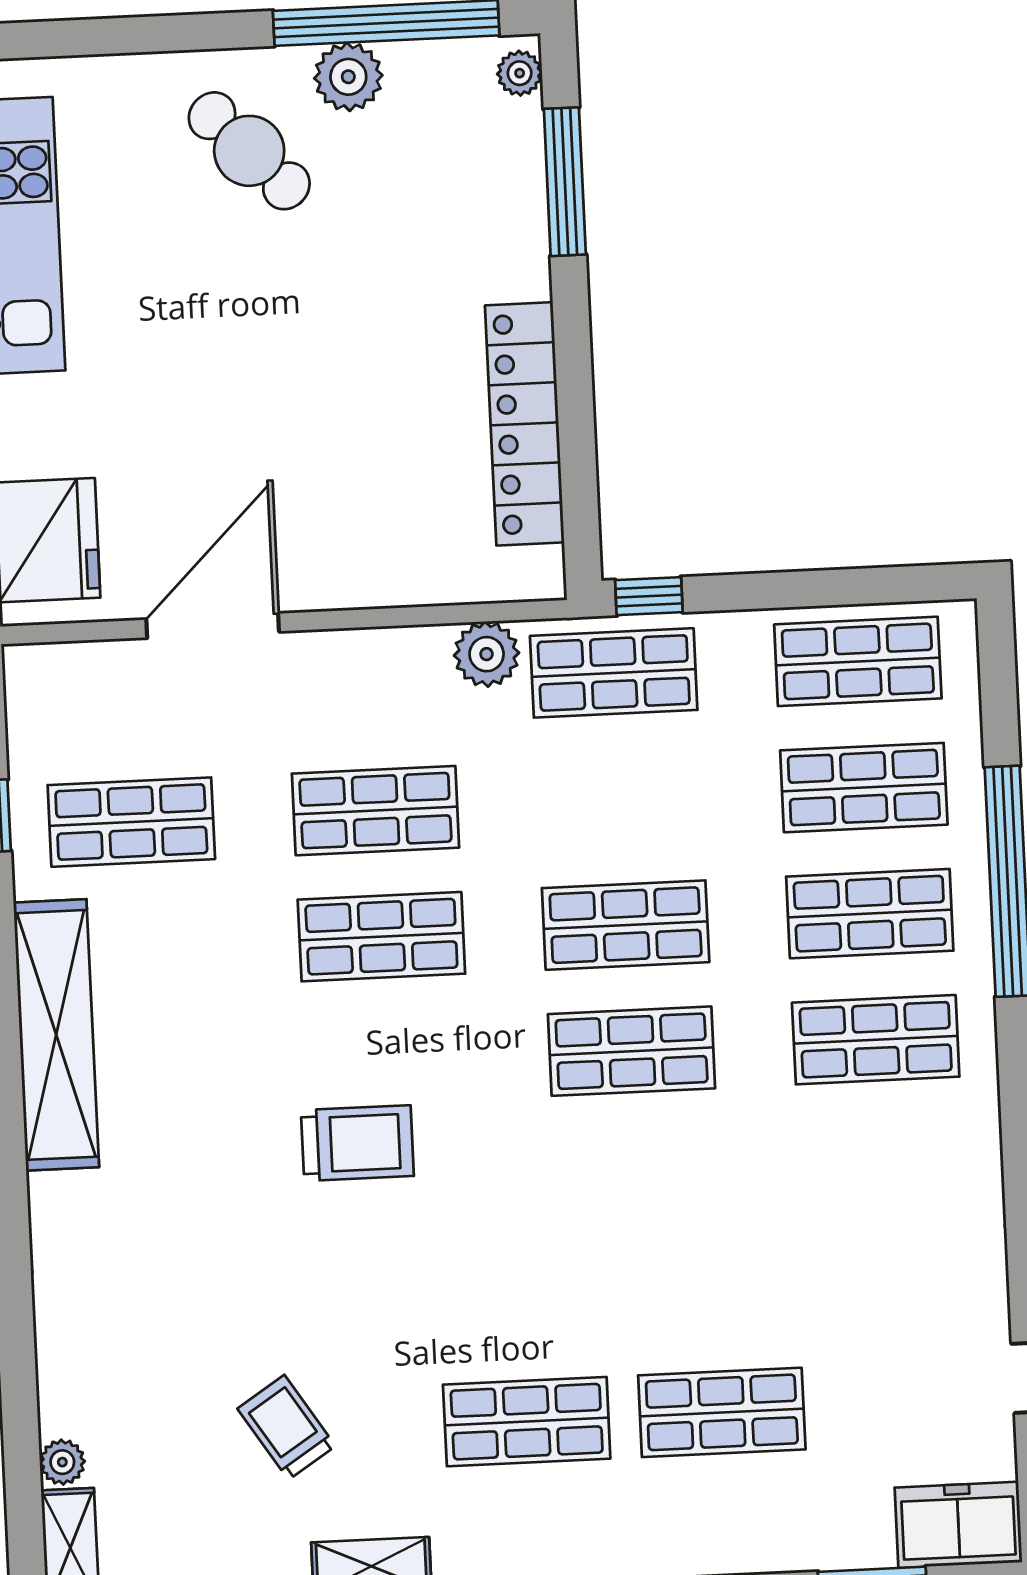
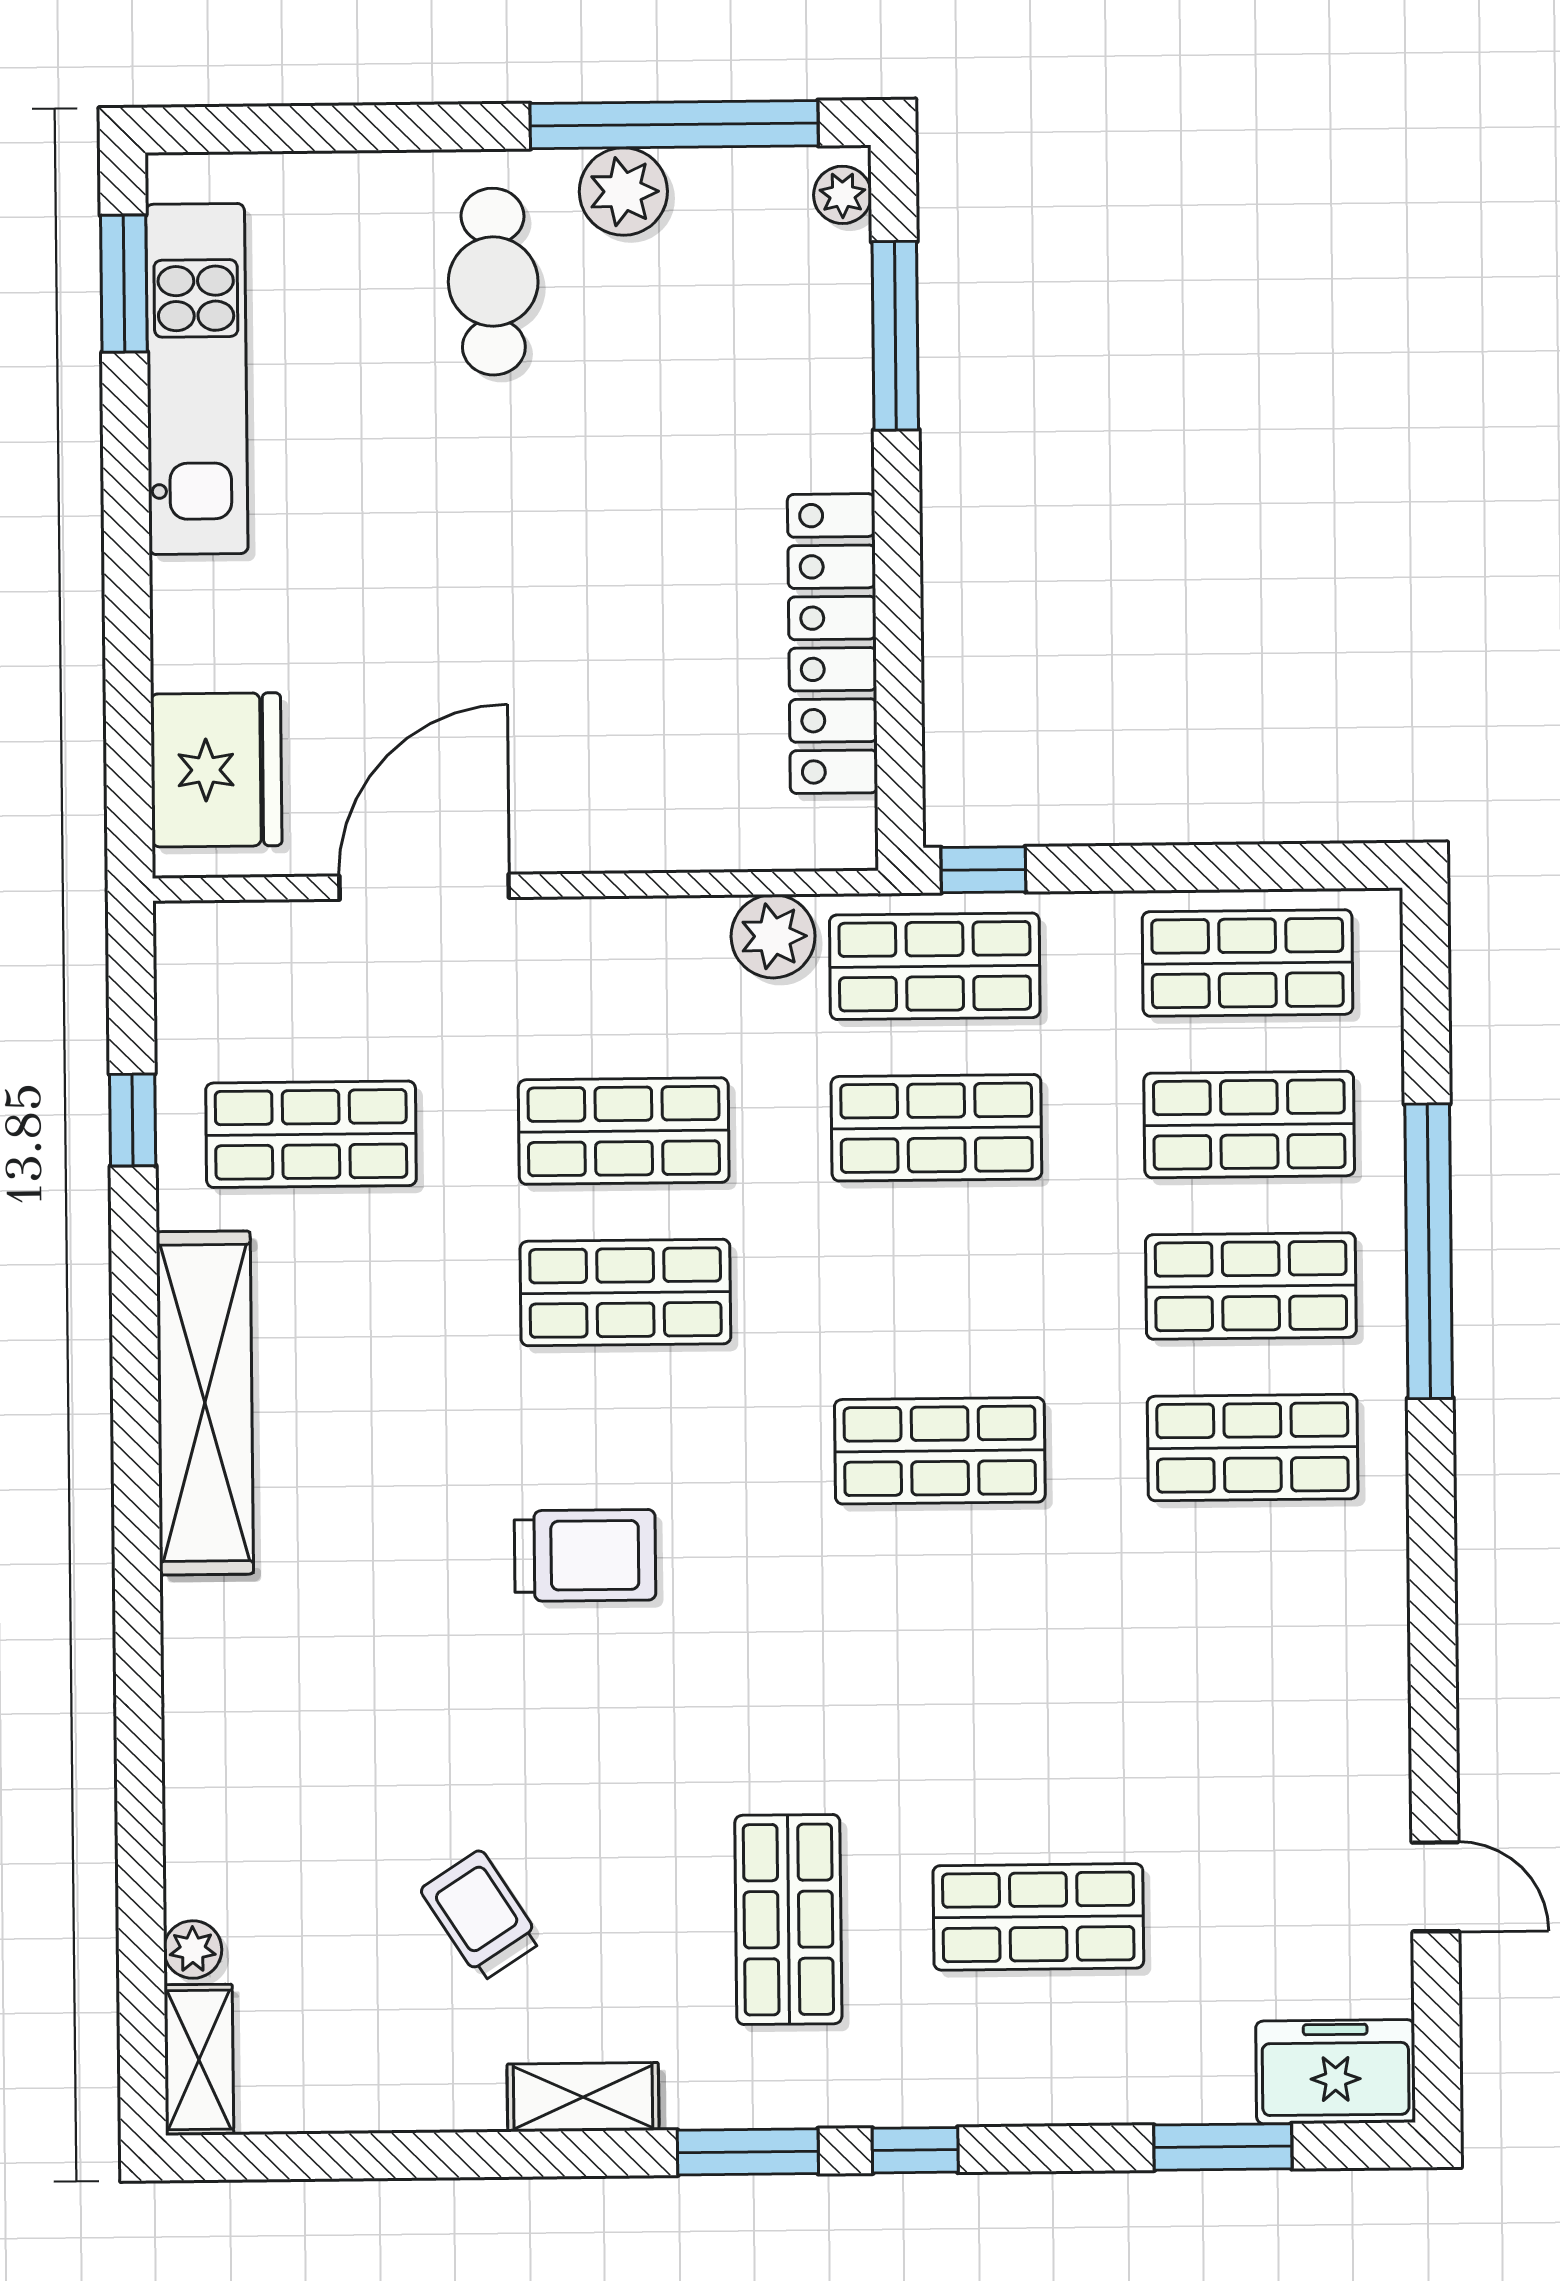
cafe table: (249, 151) -> (493, 282), turned 44
shop shelf: (626, 925) -> (936, 1128), moved
shop shelf: (527, 1422) -> (788, 1919), turned 90

